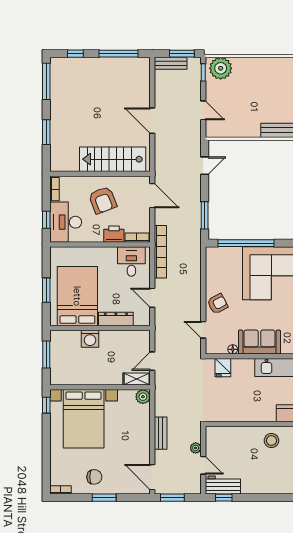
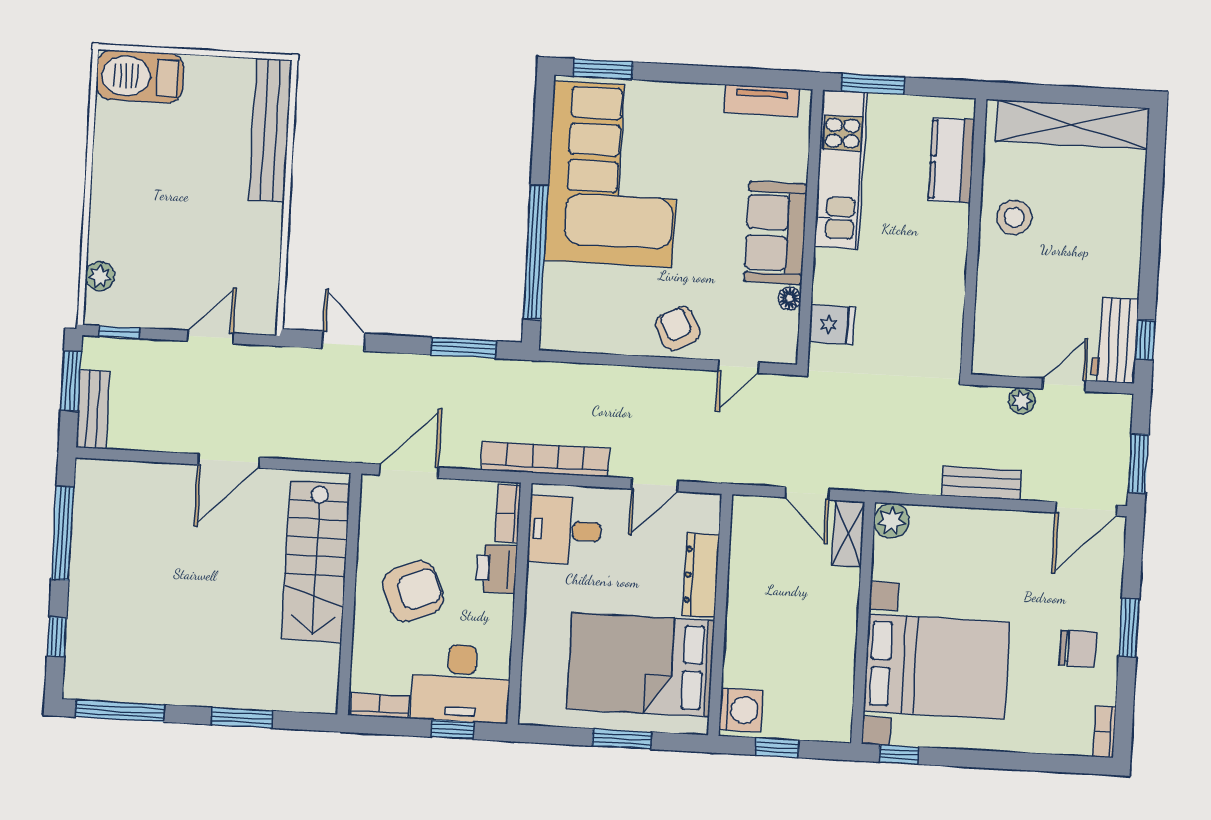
plant: (221, 68) -> (100, 276), width x0.53, depth x0.53
washing machine: (90, 339) -> (741, 710), moved
window: (46, 355) -> (777, 748), width x0.67
chair: (94, 477) -> (1078, 648), turned 90

